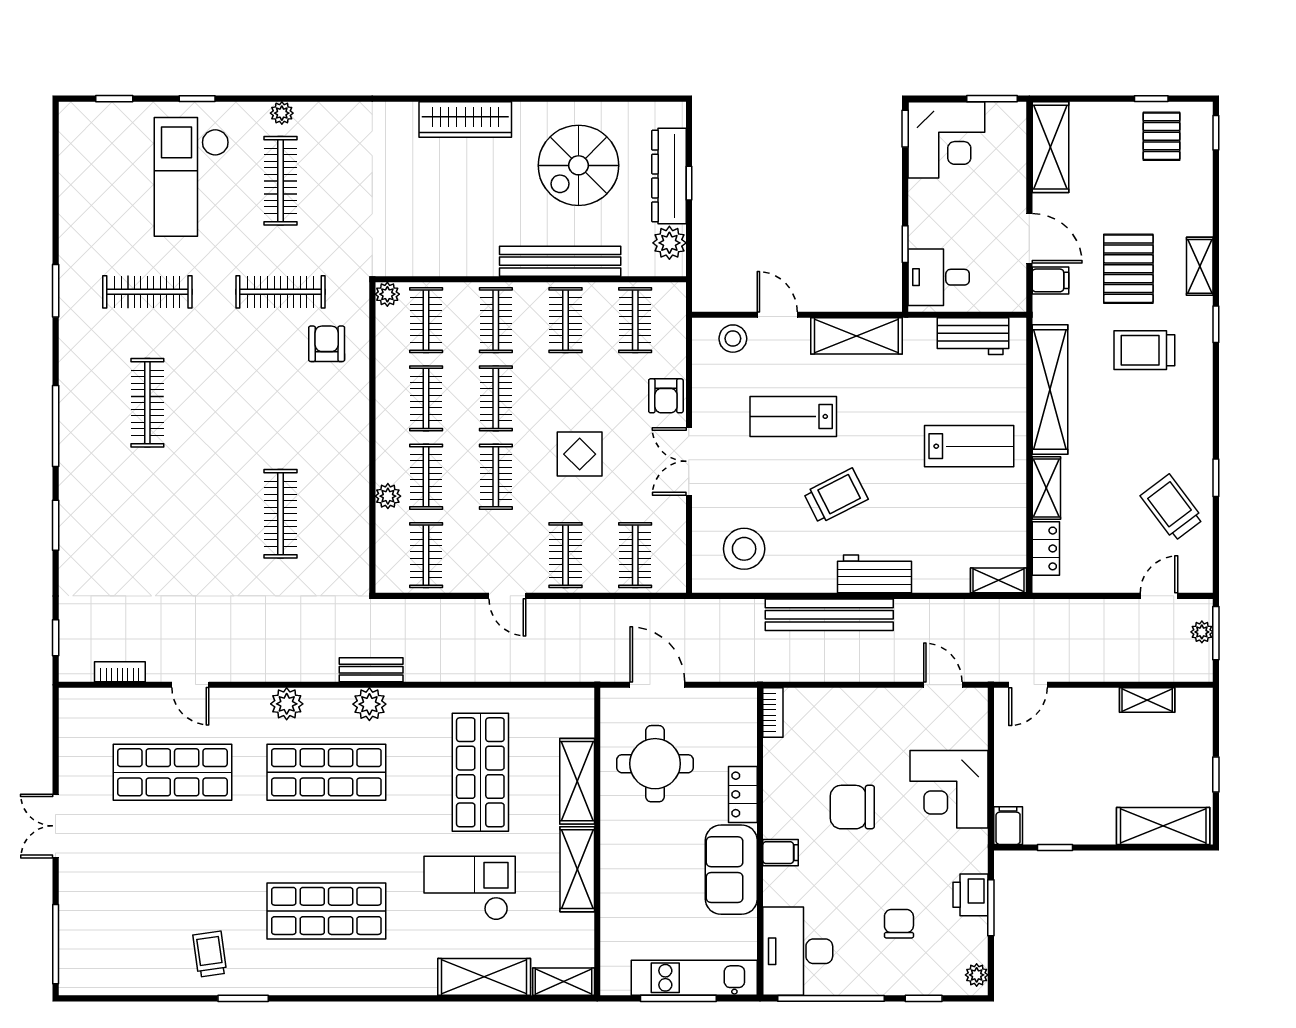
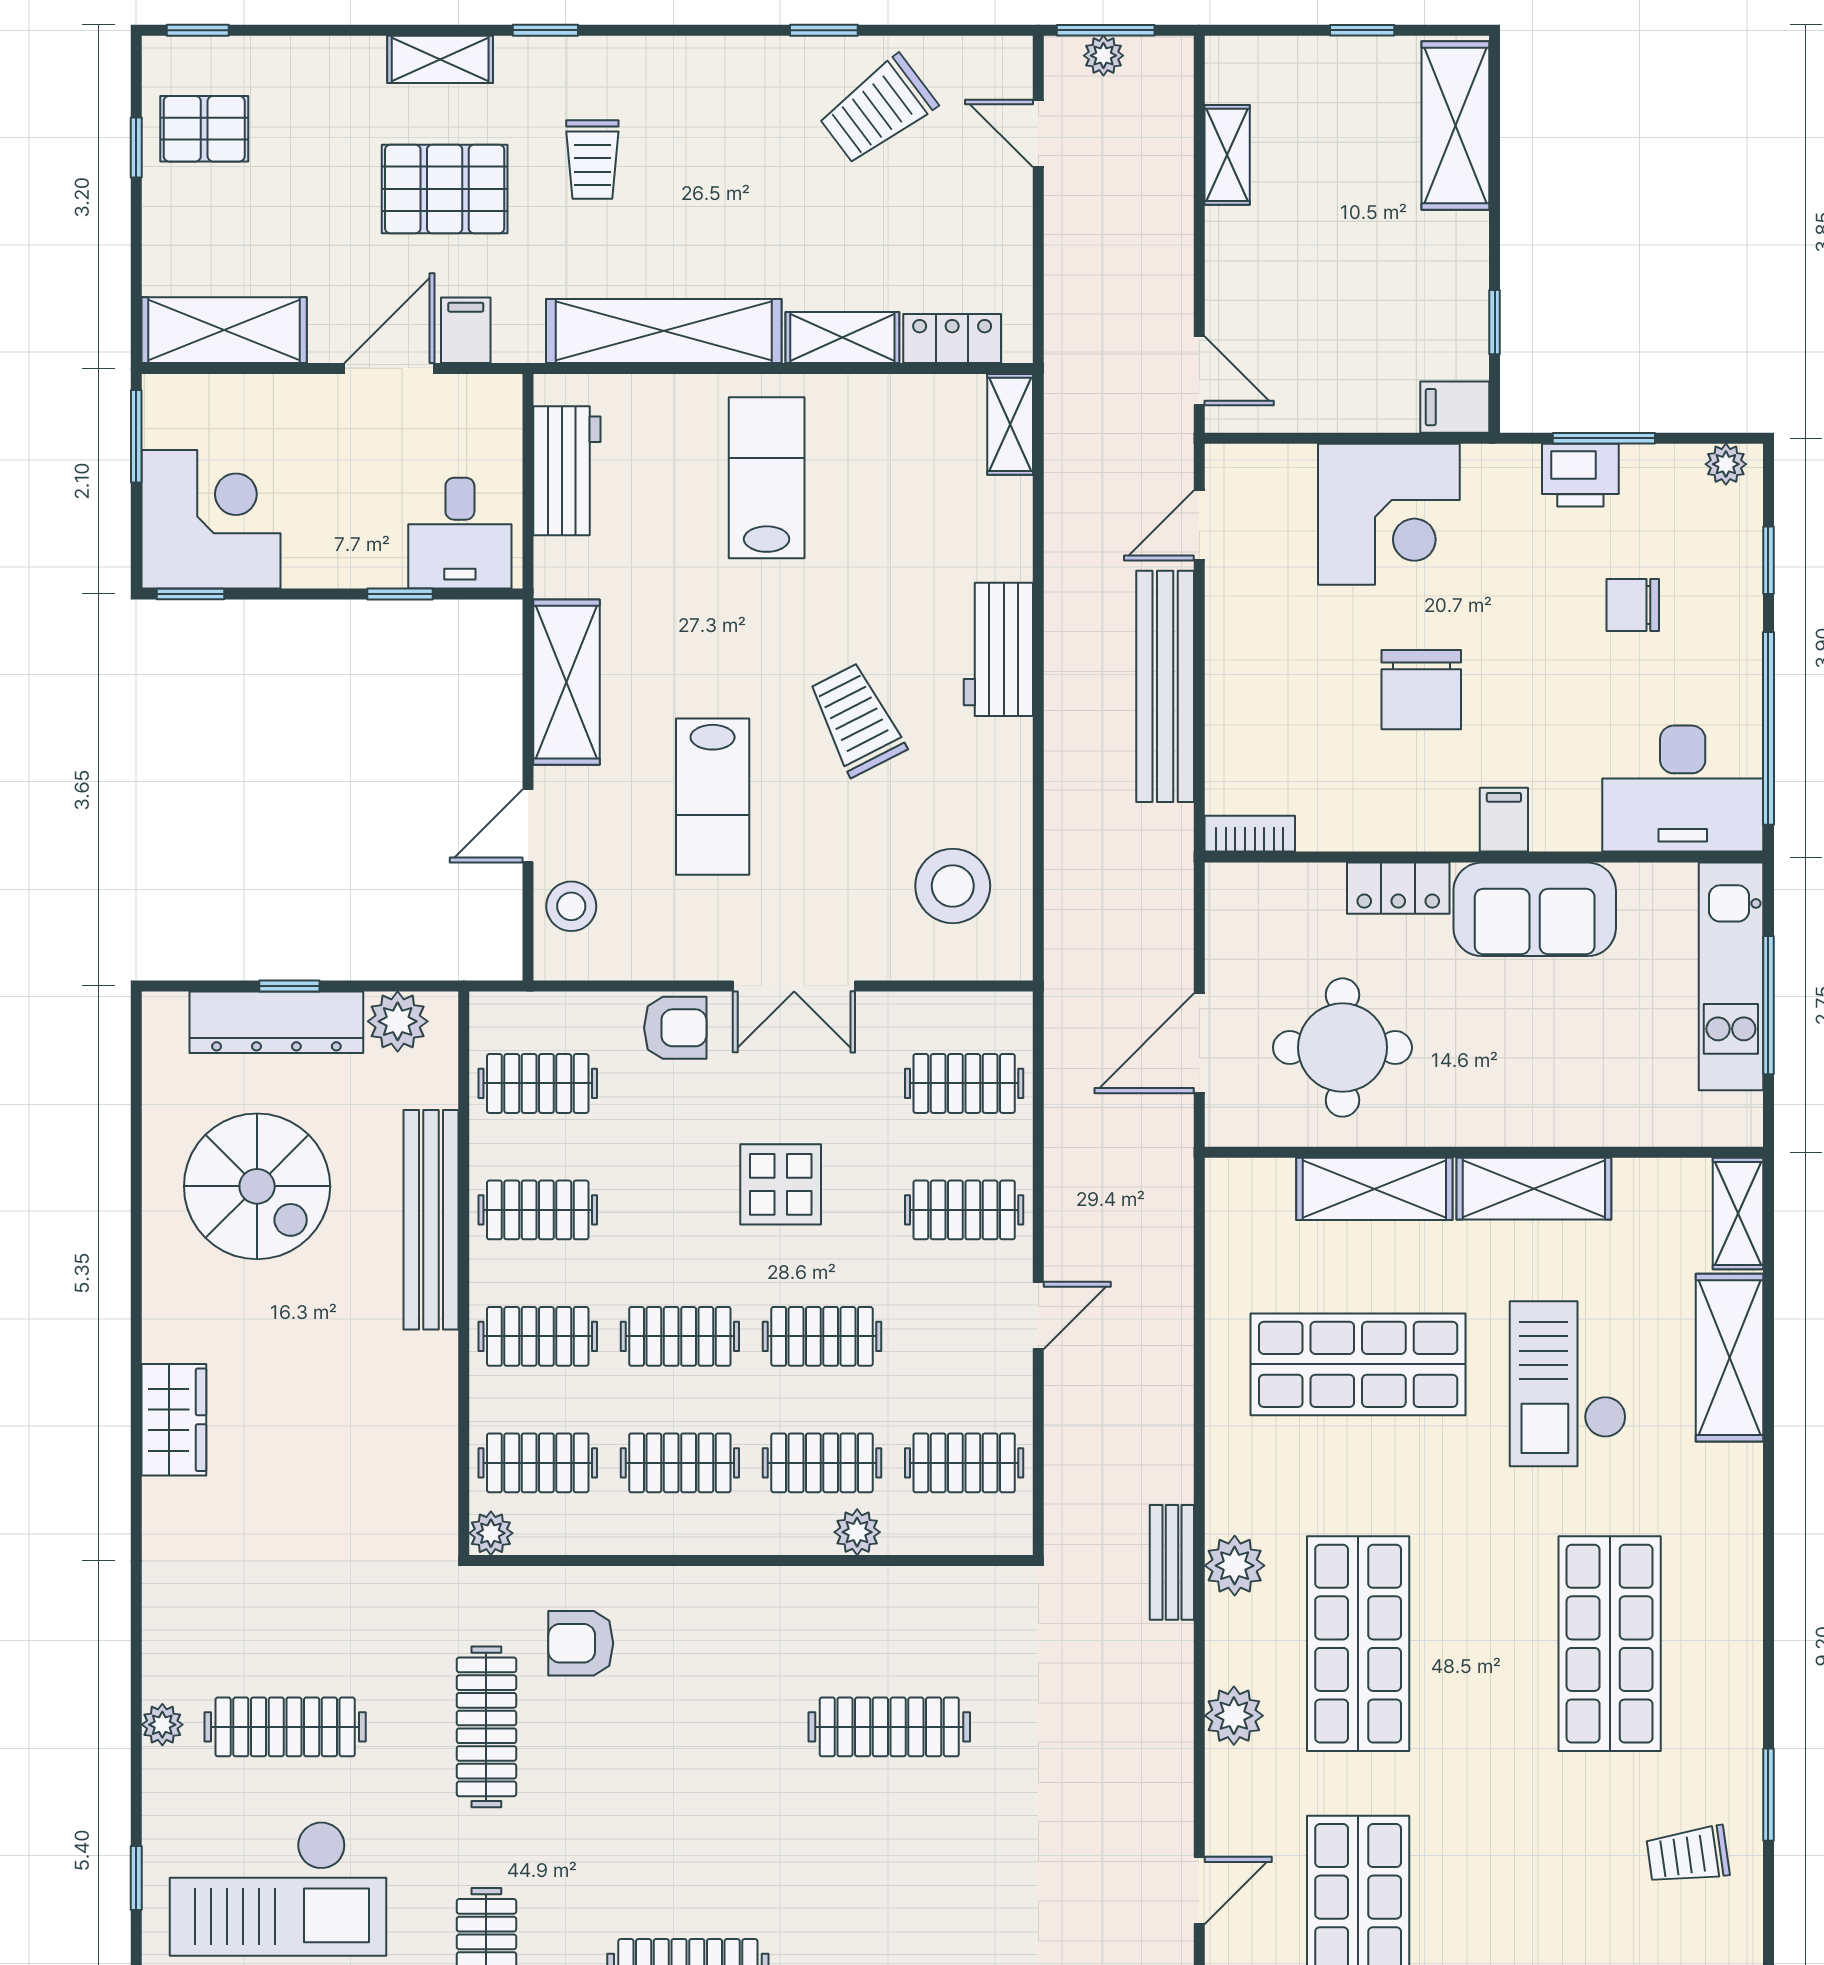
wardrobe: (465, 119) -> (174, 1420), width x0.67
trolley: (1144, 350) -> (592, 160), width x0.73, depth x0.72
bench: (829, 615) -> (1165, 686), moved

